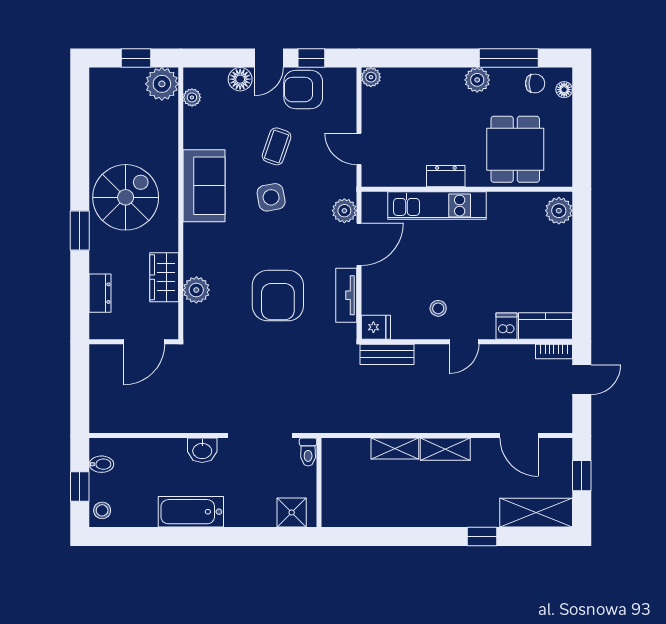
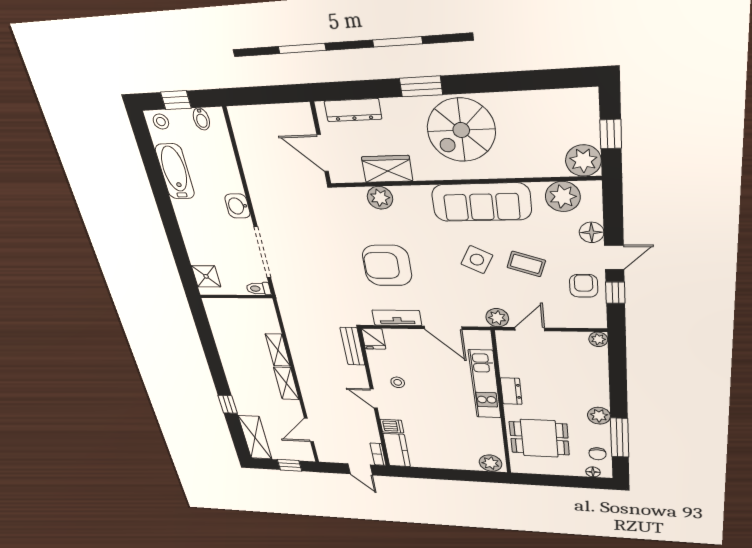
door: (269, 58) -> (614, 257), swing flipped
armchair: (303, 90) -> (584, 286), width x0.72, depth x0.72
plant: (192, 97) -> (563, 197), width x1.88, depth x1.88
sofa: (204, 186) -> (481, 202), width x1.36
spiral stairs: (126, 197) -> (461, 130), turned 90
side table: (271, 197) -> (477, 260), turned 38
plant: (344, 211) -> (497, 318), moved
dresser: (100, 293) -> (353, 110), width x1.44
bathtub: (191, 512) -> (175, 172), moved

